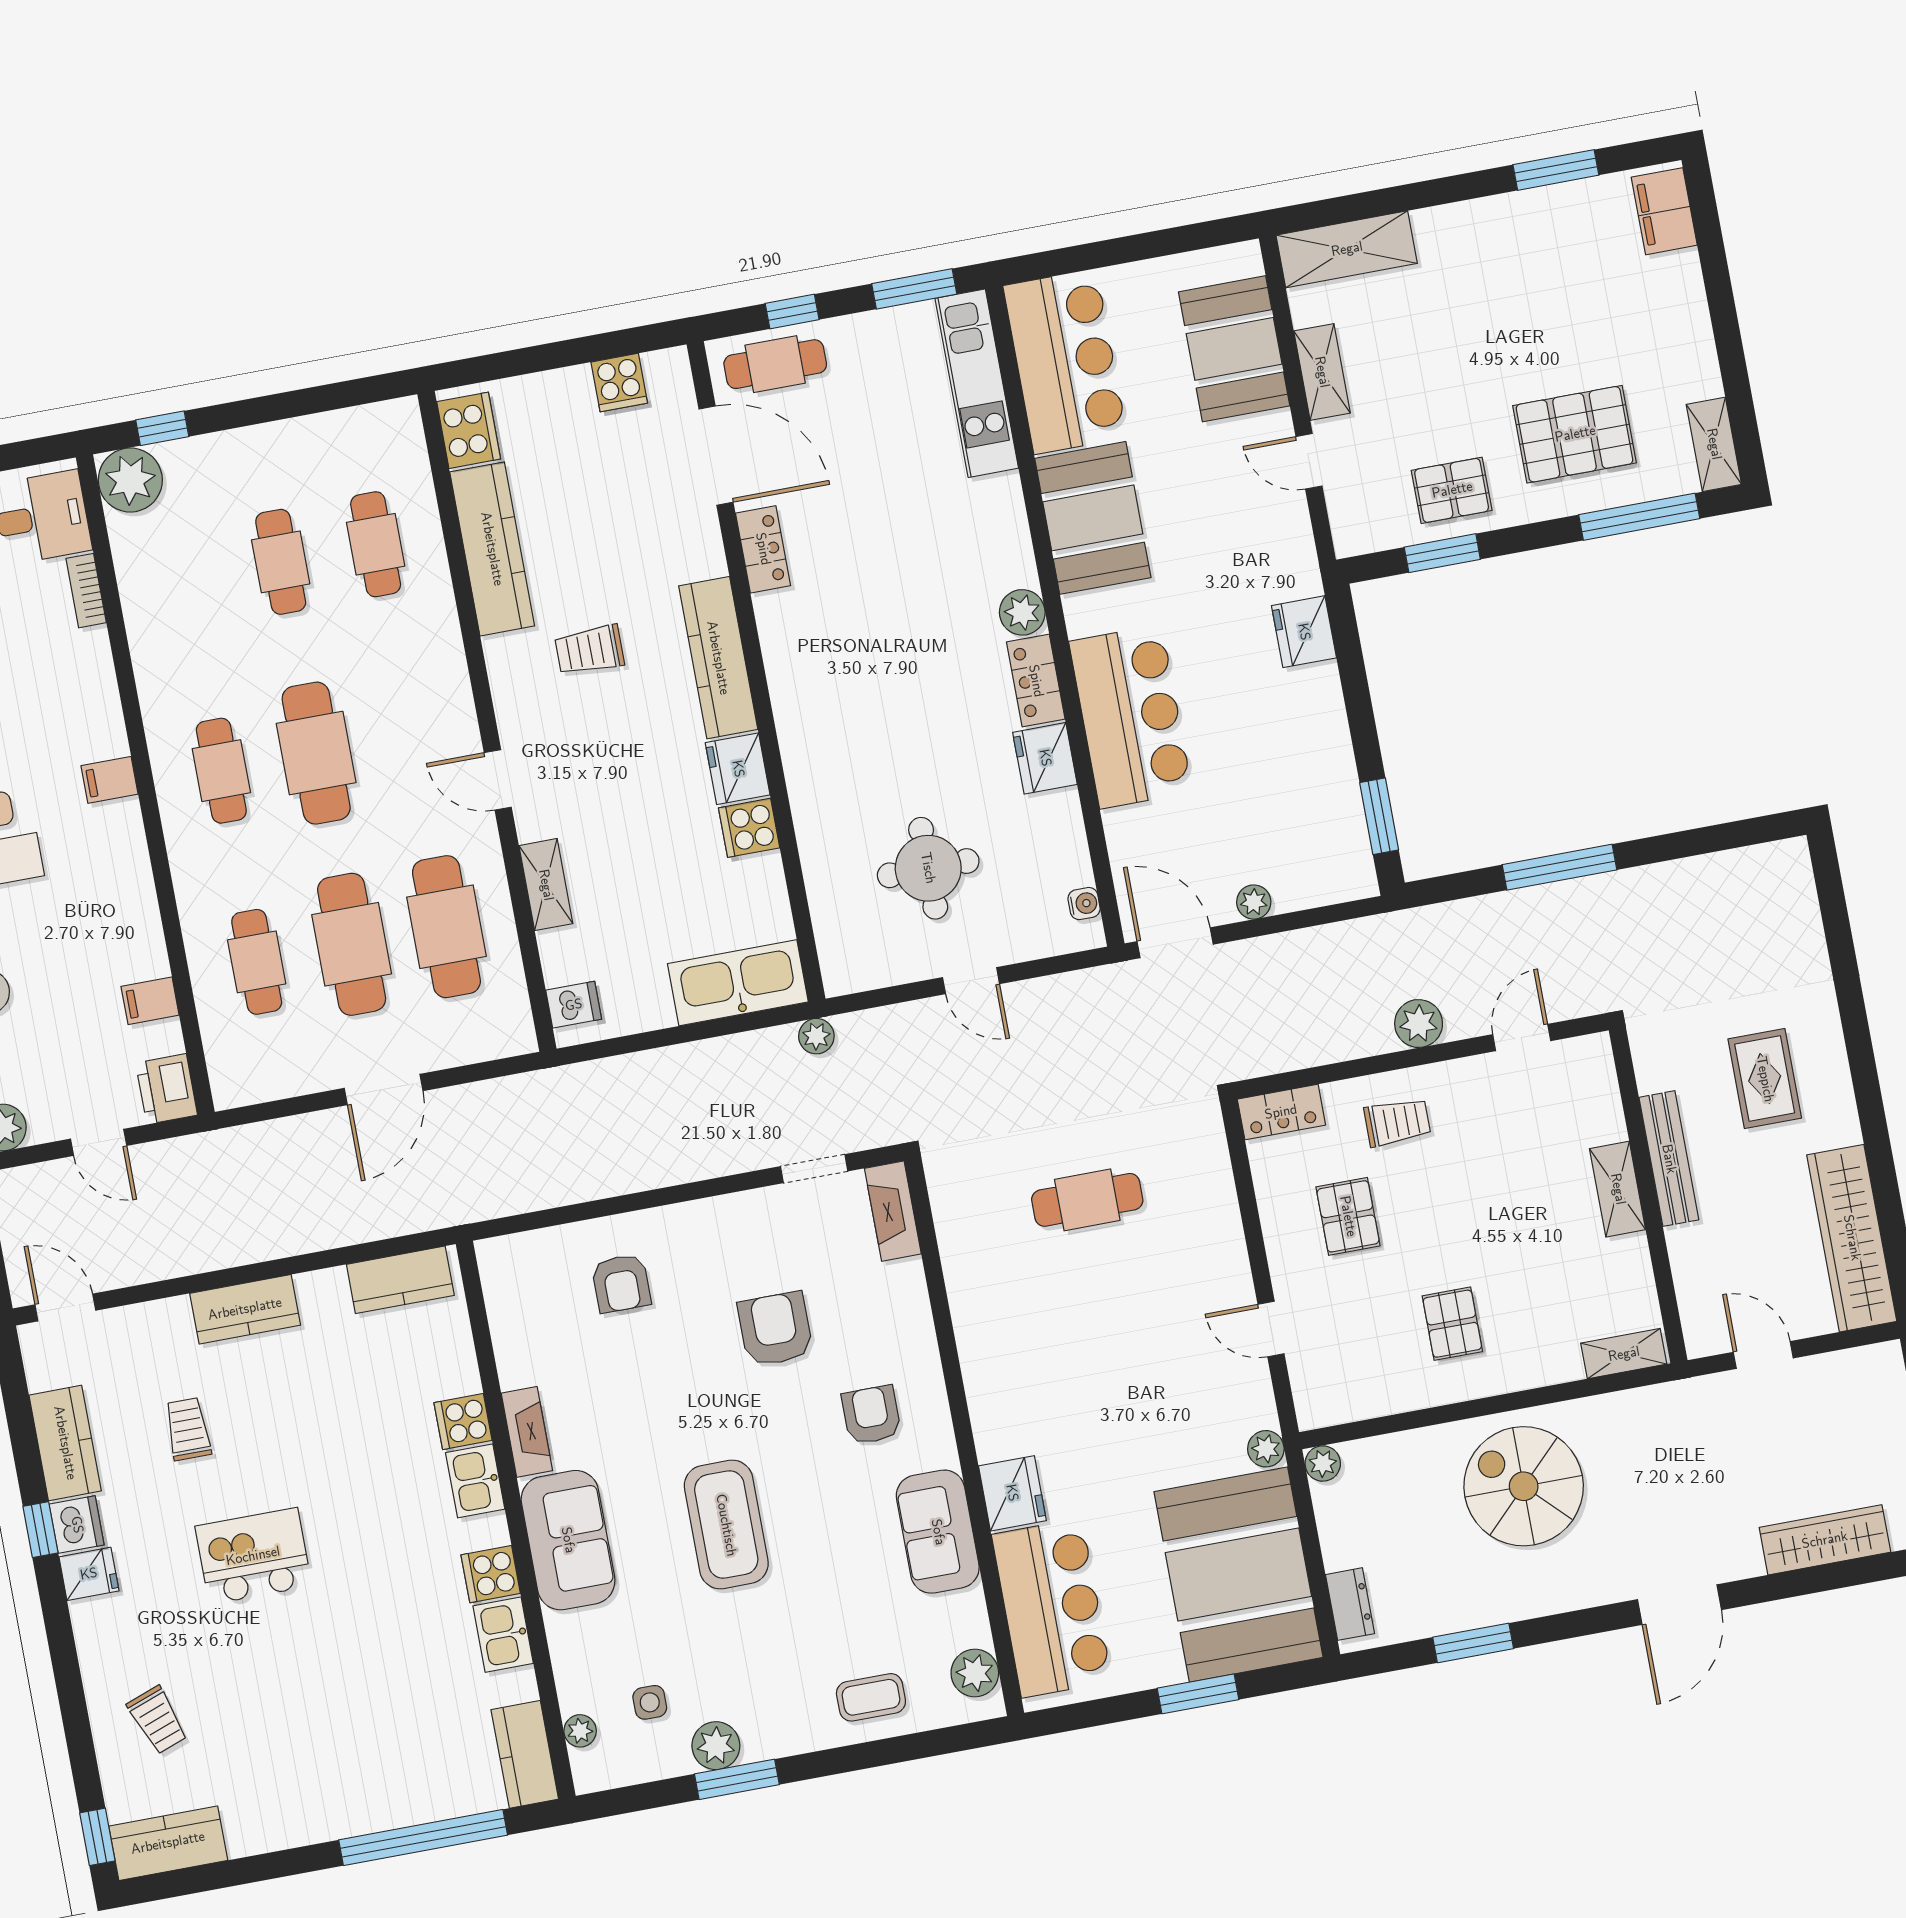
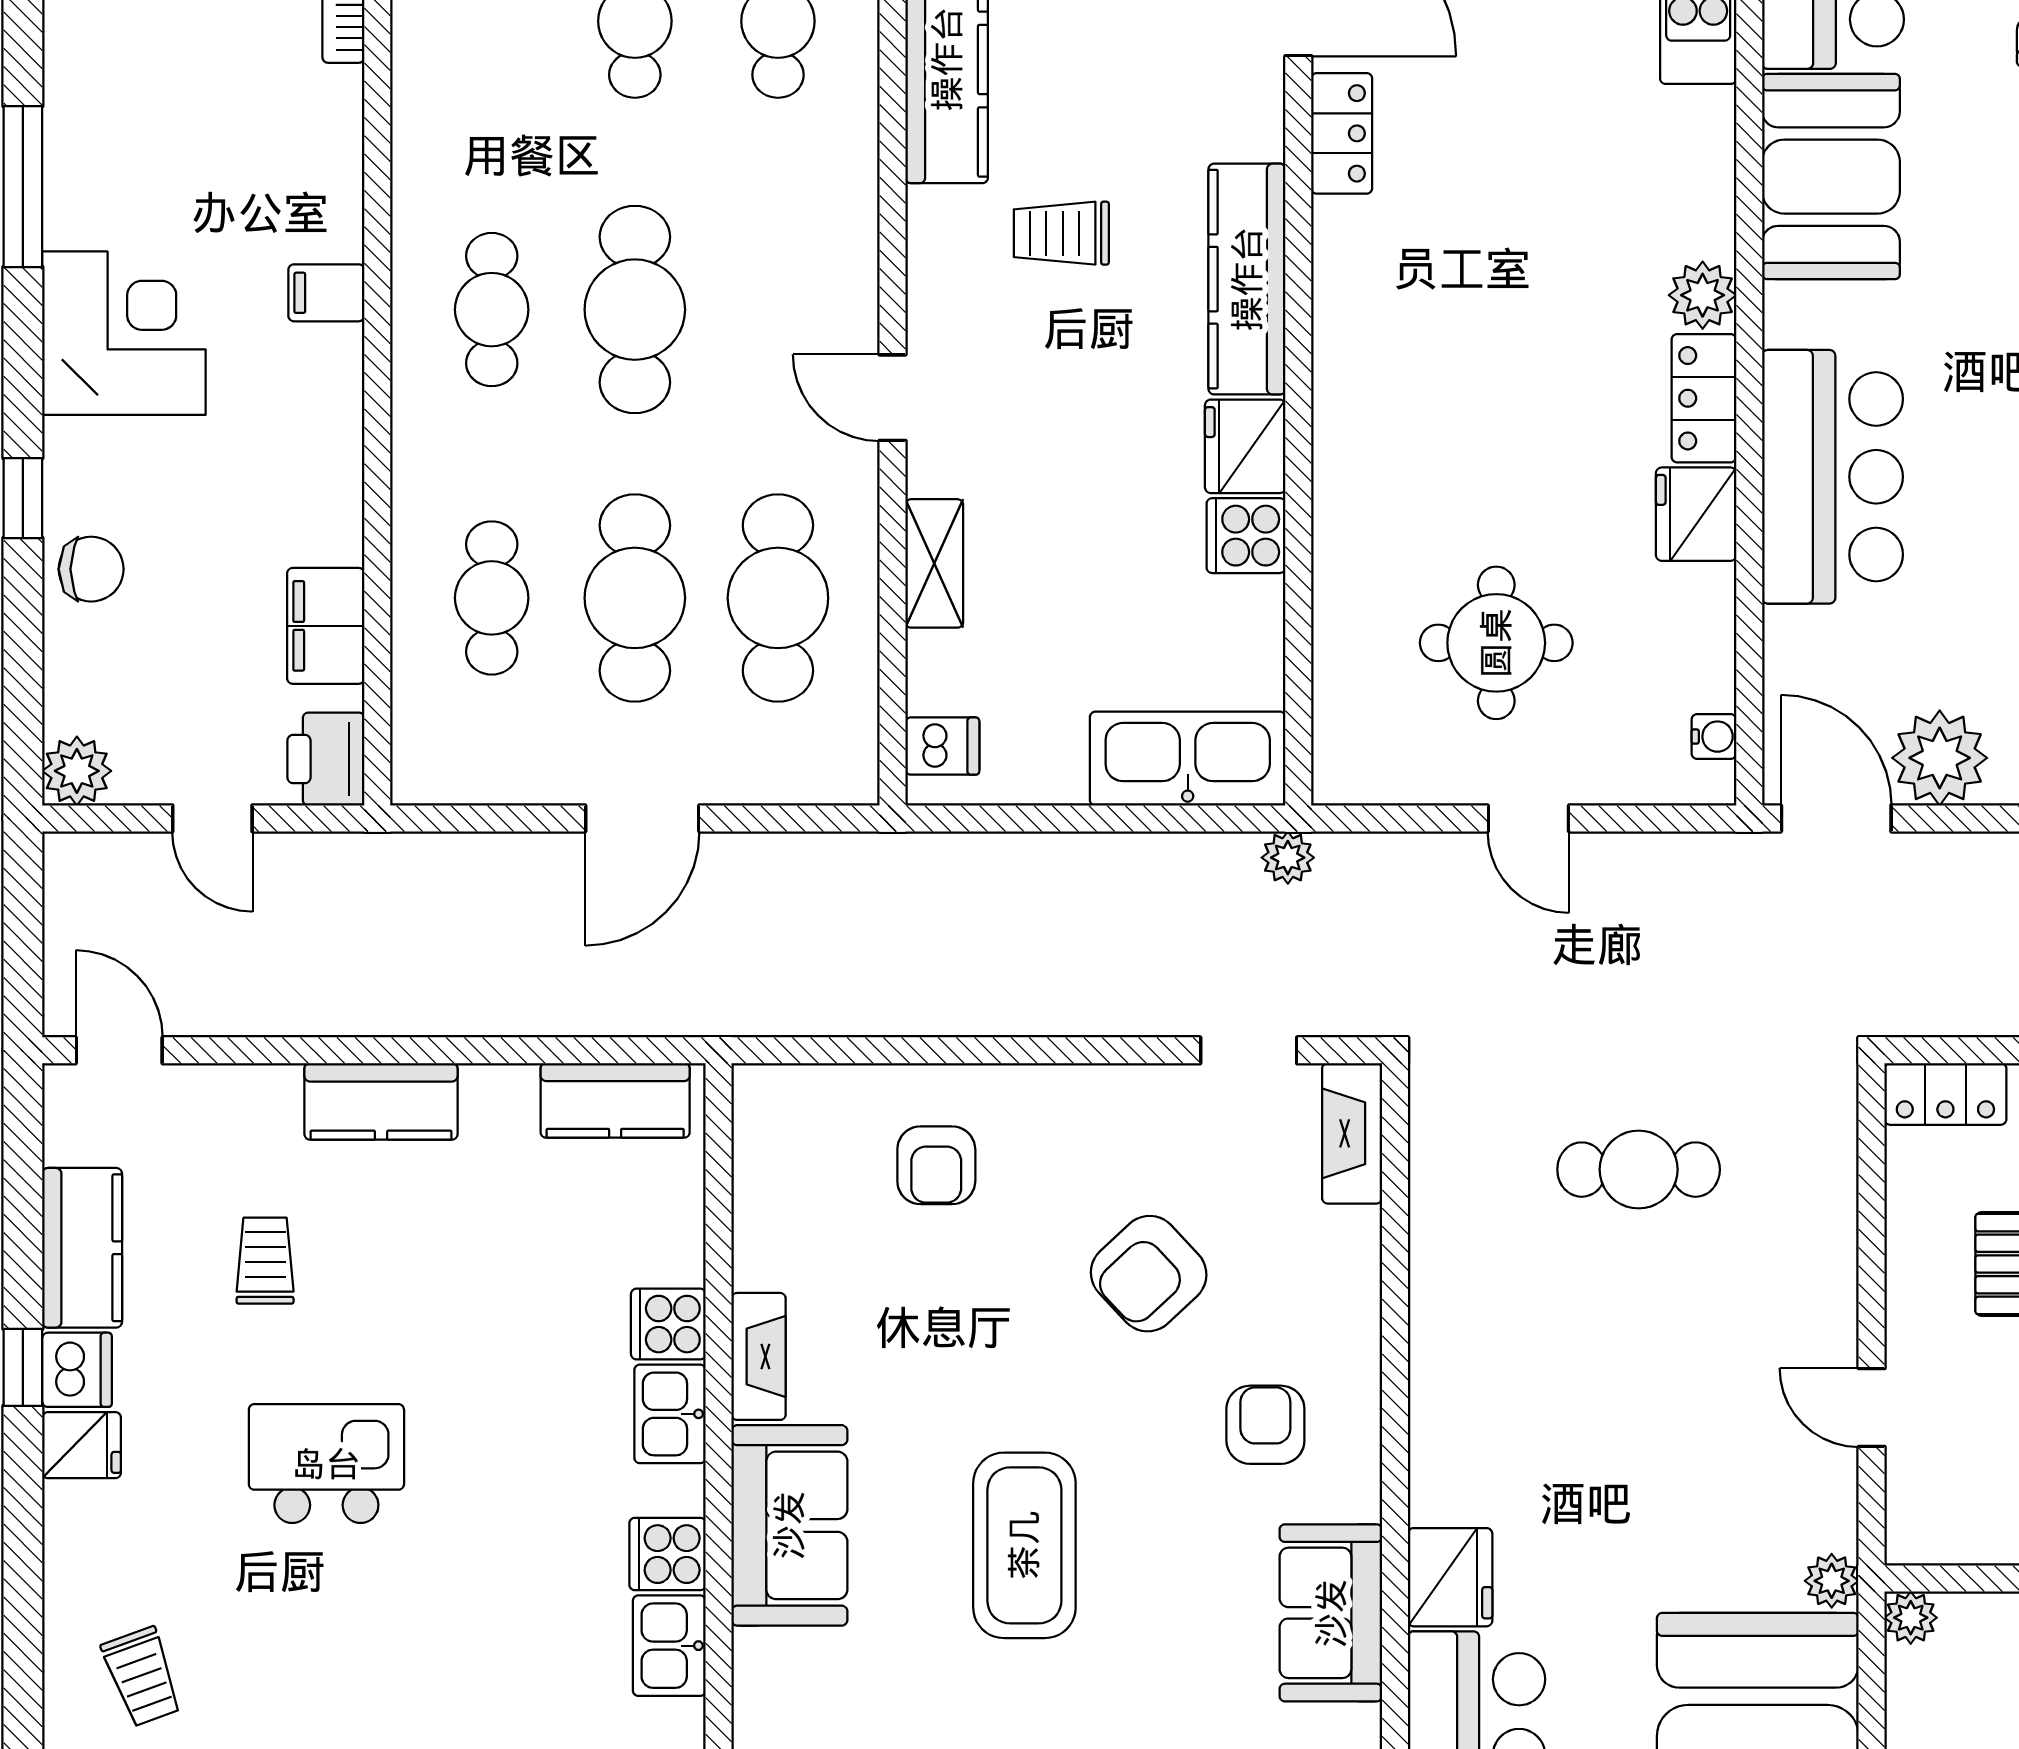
plant: (1254, 902) -> (1940, 758), width x1.87, depth x1.87
filing cabinet: (150, 1001) -> (326, 626), width x2.00
armchair: (775, 1329) -> (1149, 1274), turned -133

